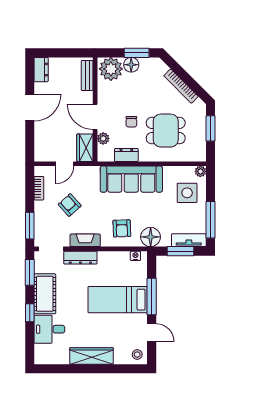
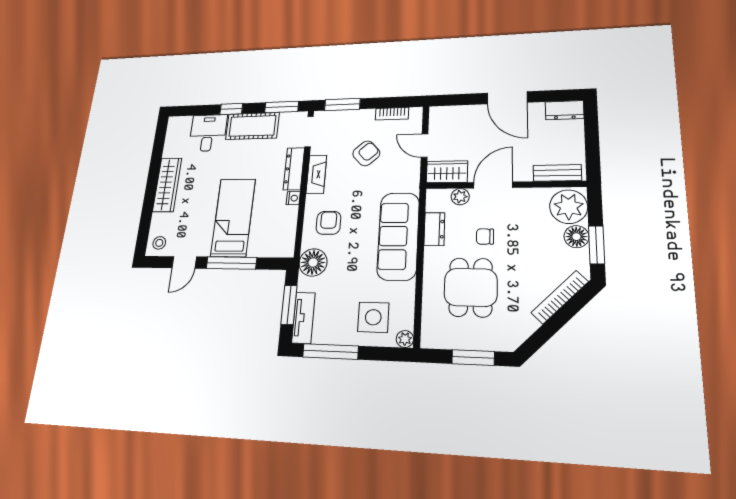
bookcase: (181, 86) -> (560, 297), moved
armchair: (122, 228) -> (328, 223), turned 92
nightstand: (135, 256) -> (293, 198), moved

